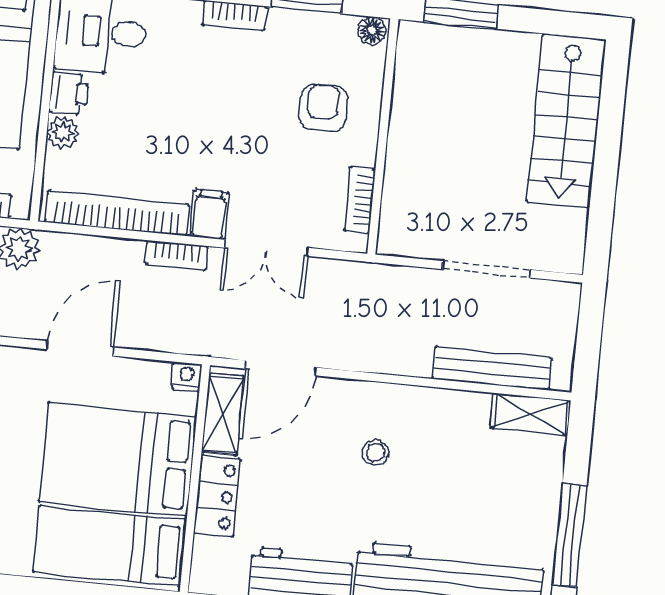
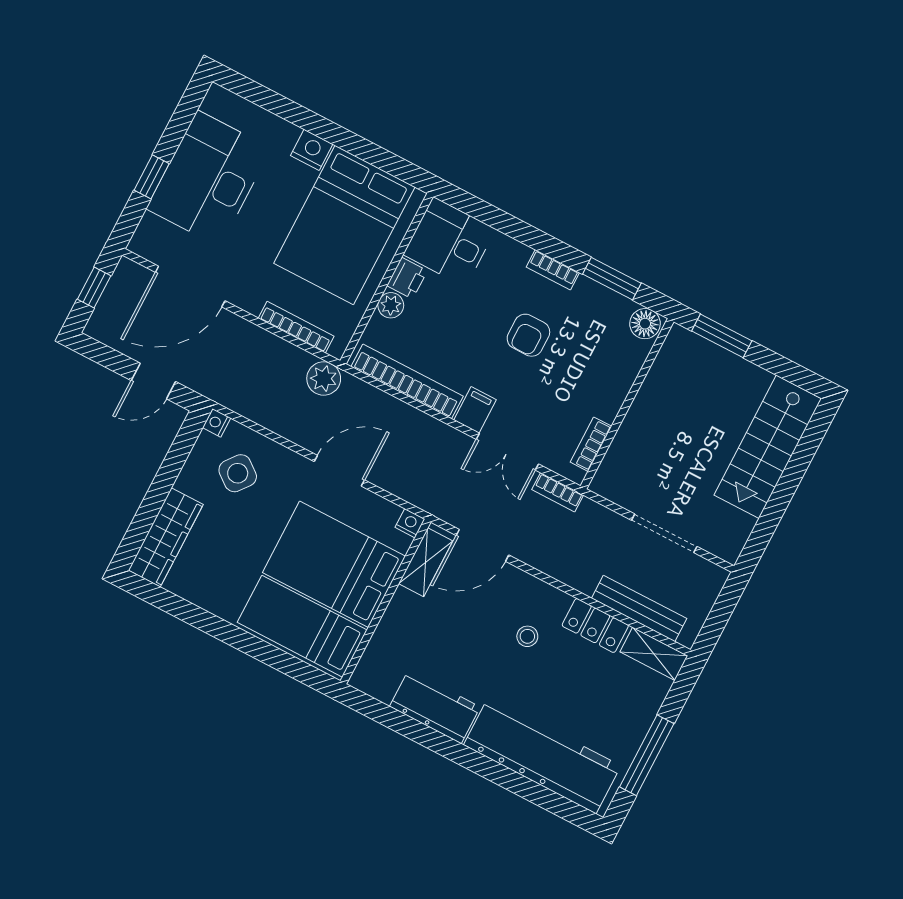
floor lamp: (372, 30) -> (645, 324), width x1.37, depth x1.37
armchair: (323, 108) -> (528, 335), moved, turned 180
bookcase: (177, 255) -> (558, 492), moved
locker: (217, 496) -> (595, 625), moved, turned 90

